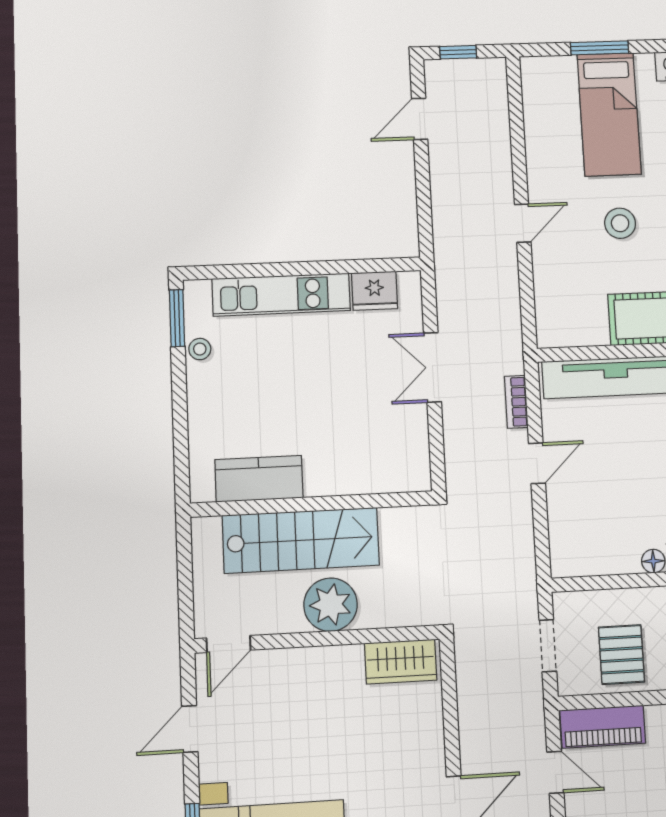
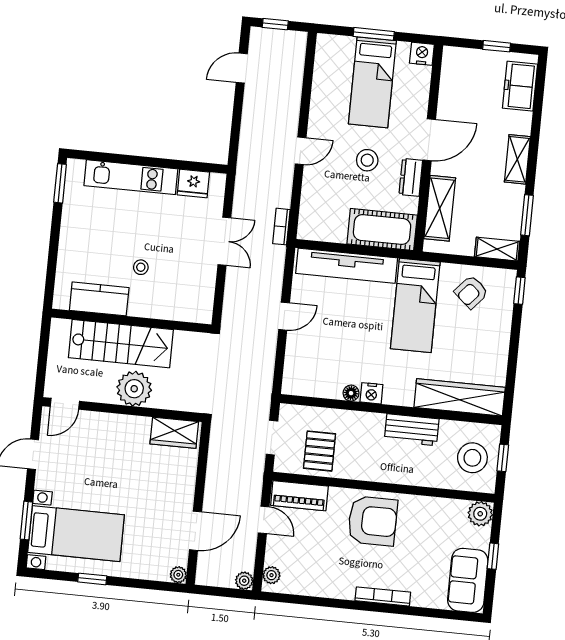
stool: (200, 349) -> (141, 267), moved
double door: (432, 367) -> (224, 241), swing flipped
bookcase: (516, 402) -> (281, 227), moved

